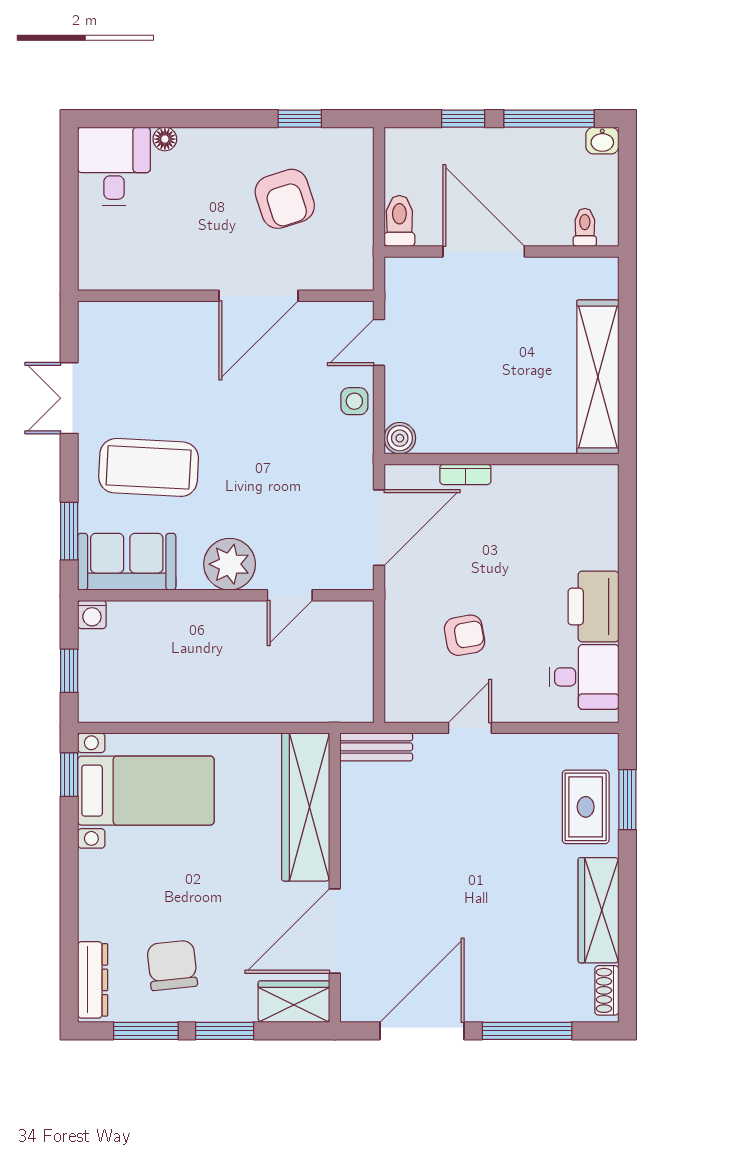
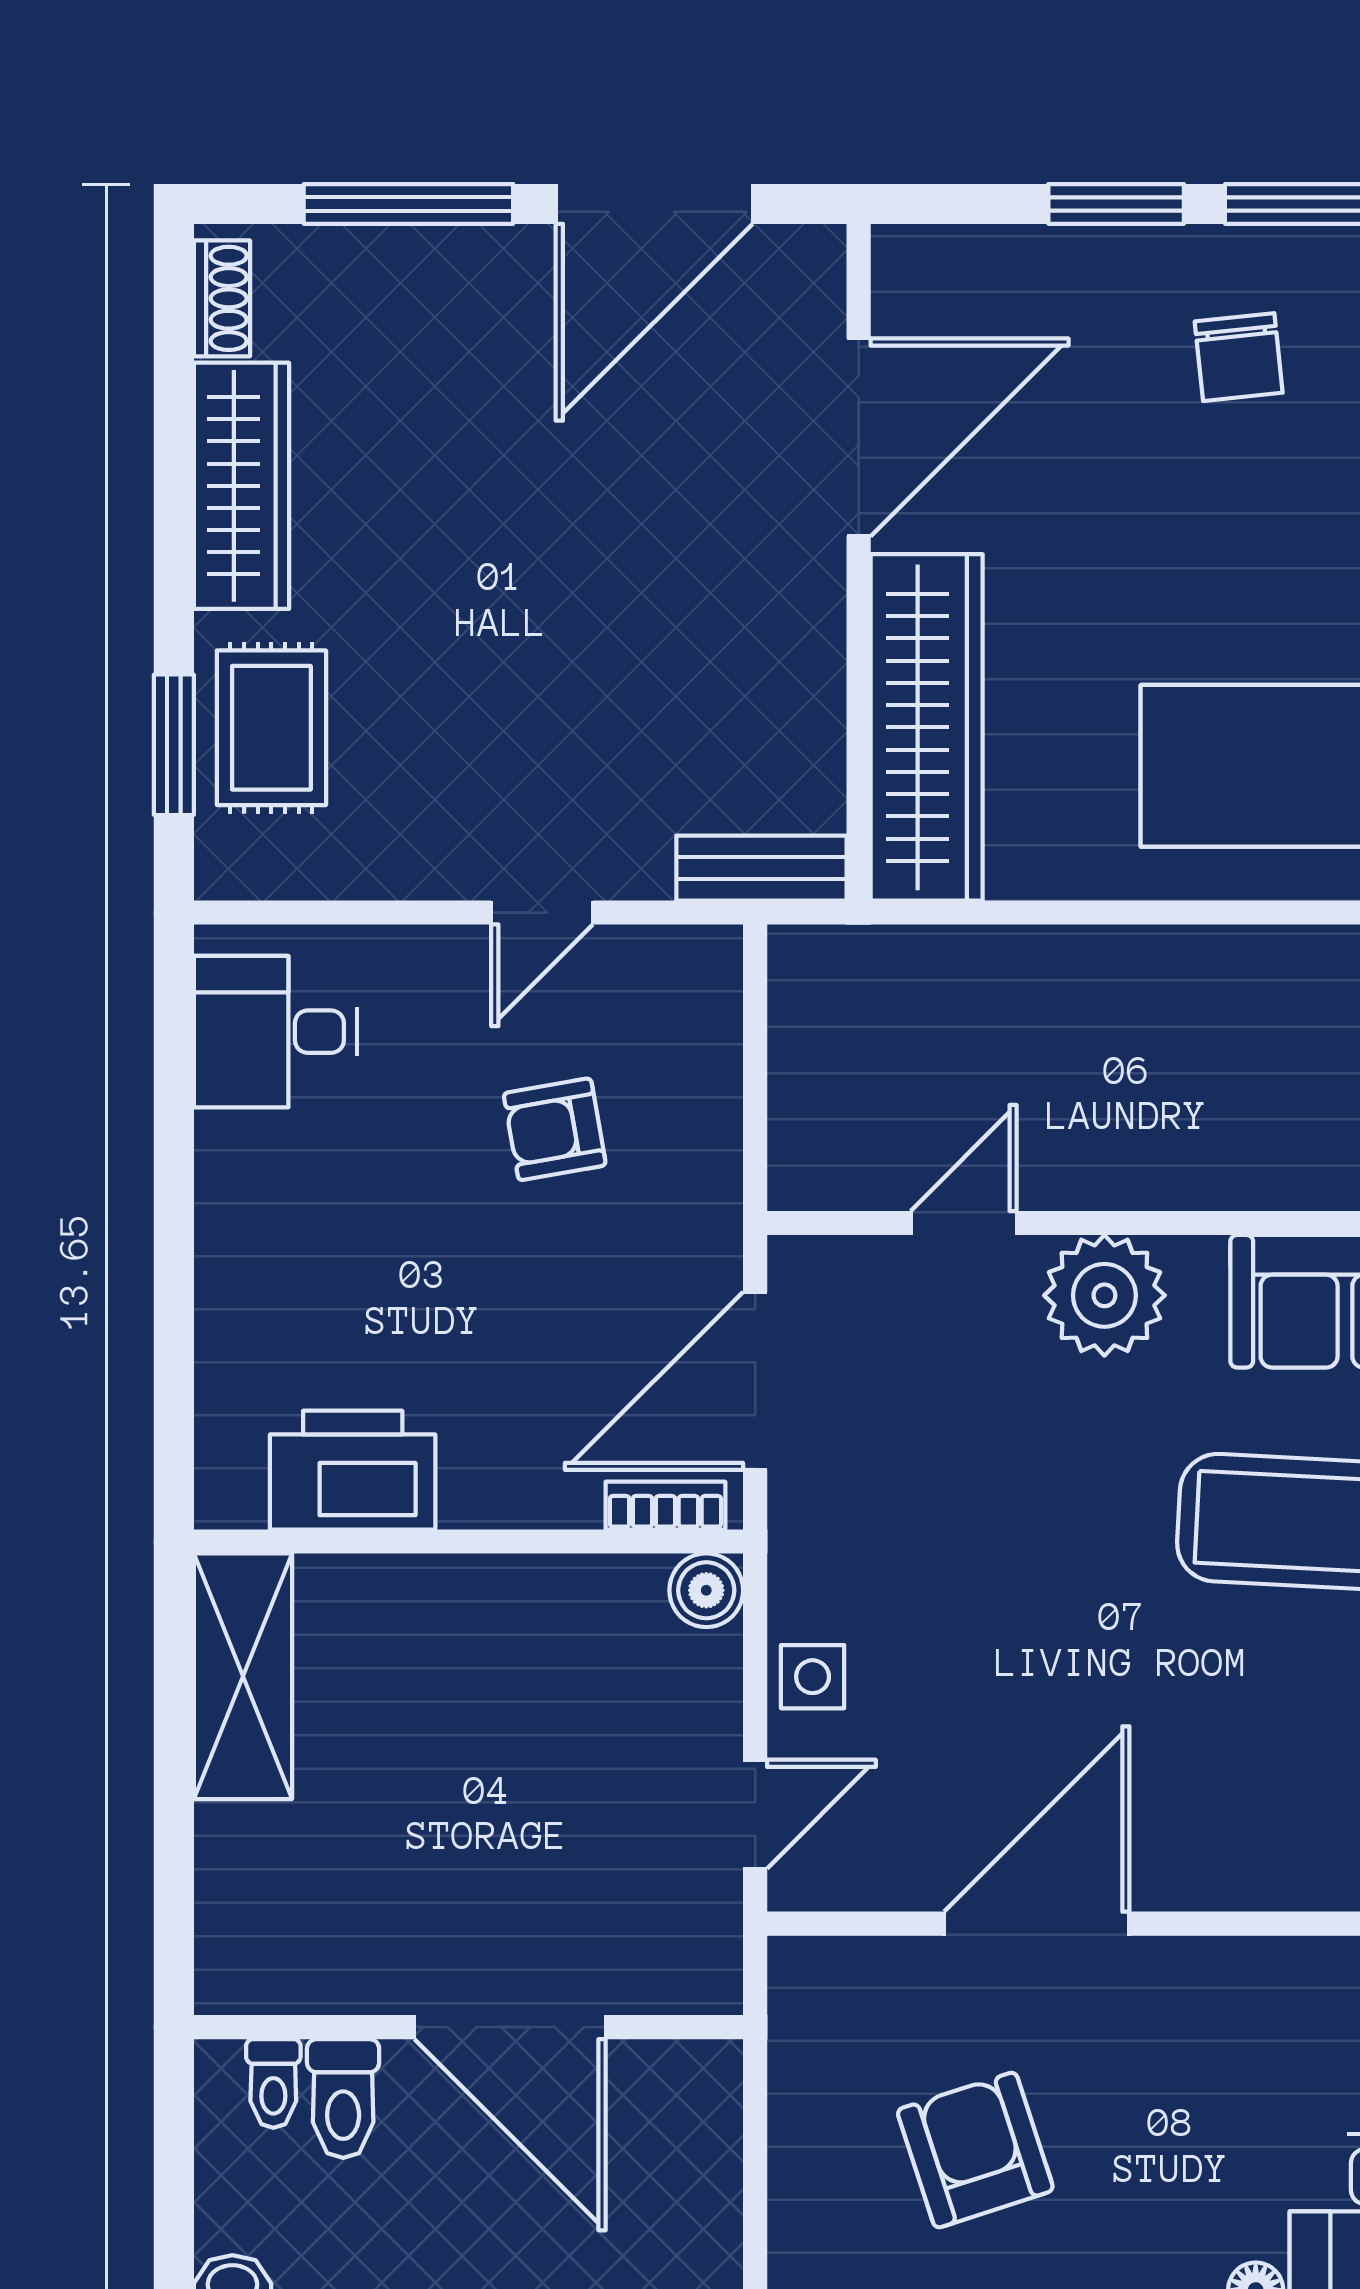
toilet: (399, 221) -> (343, 2098), moved
shelving: (598, 377) -> (243, 1676), width x0.68
bookcase: (465, 474) -> (665, 1506), moved
printer: (593, 607) -> (353, 1470), moved, turned -90
chair: (172, 965) -> (1239, 357), width x0.73, depth x0.73
wardrobe: (294, 1002) -> (954, 272), removed

